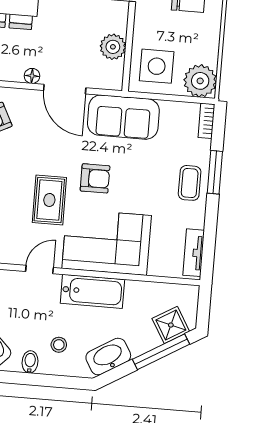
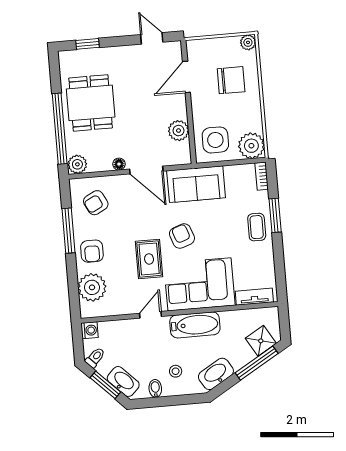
armchair: (95, 178) -> (182, 236), turned -109
tv unit: (194, 253) -> (254, 297), moved, turned 90

